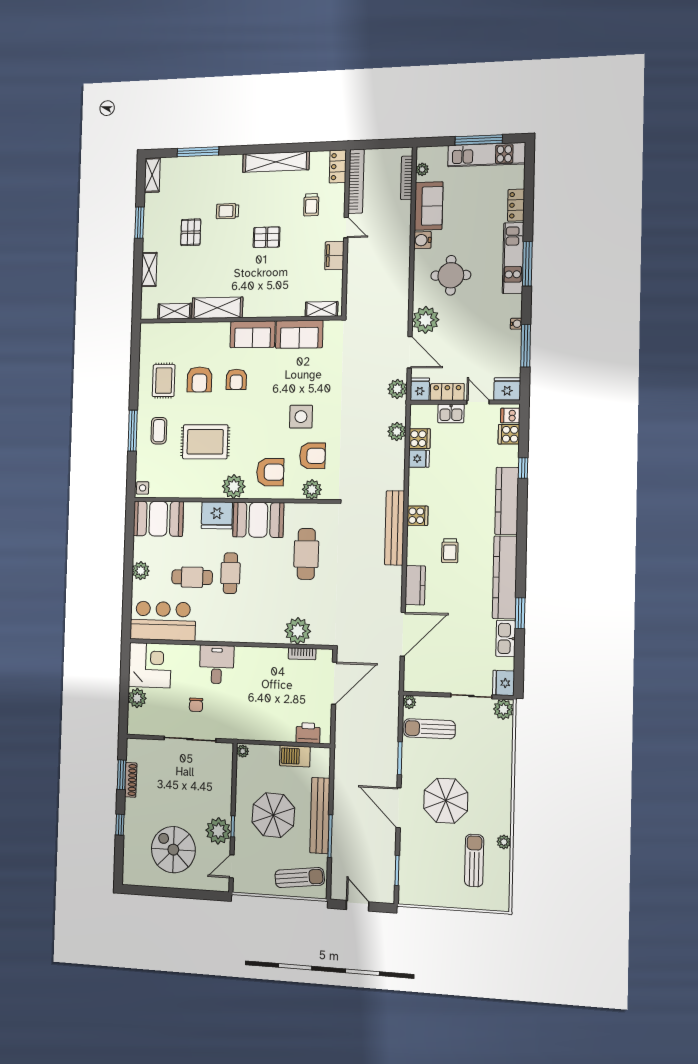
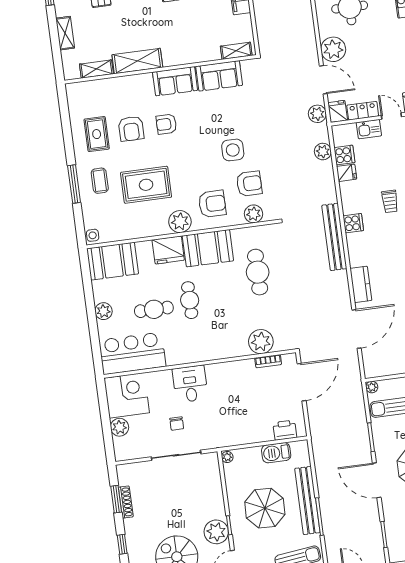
armchair: (236, 379) -> (166, 124), turned 90
trolley: (450, 551) -> (390, 201), moved

